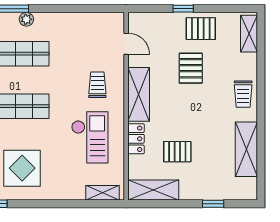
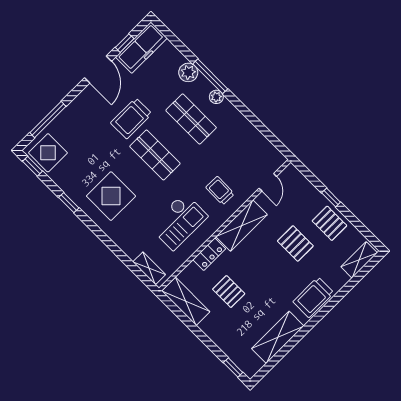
pallet: (191, 68) -> (295, 243), turned 90
trolley: (97, 85) -> (220, 191), turned -89
trolley: (243, 94) -> (313, 297), width x1.36, depth x1.39
window: (213, 204) -> (233, 368), moved

